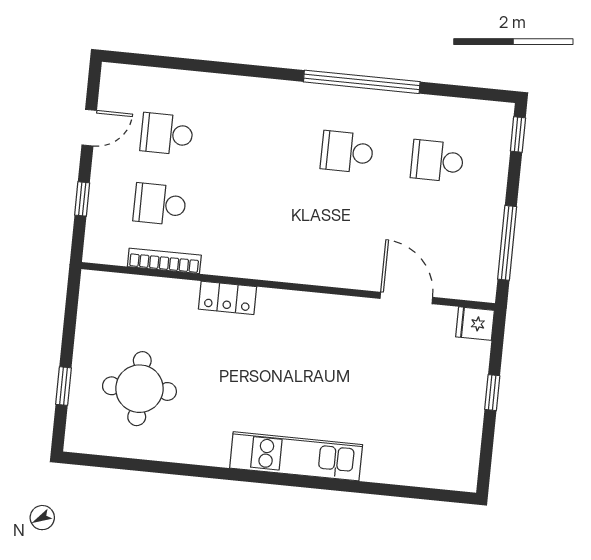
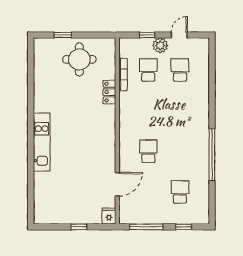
door: (89, 128) -> (179, 35), swing flipped
window: (518, 134) -> (184, 227), moved
school desk: (347, 152) -> (148, 151), moved
plant: (108, 172) -> (160, 45), added
locker: (227, 298) -> (109, 92), moved
round table: (139, 389) -> (79, 59), moved

